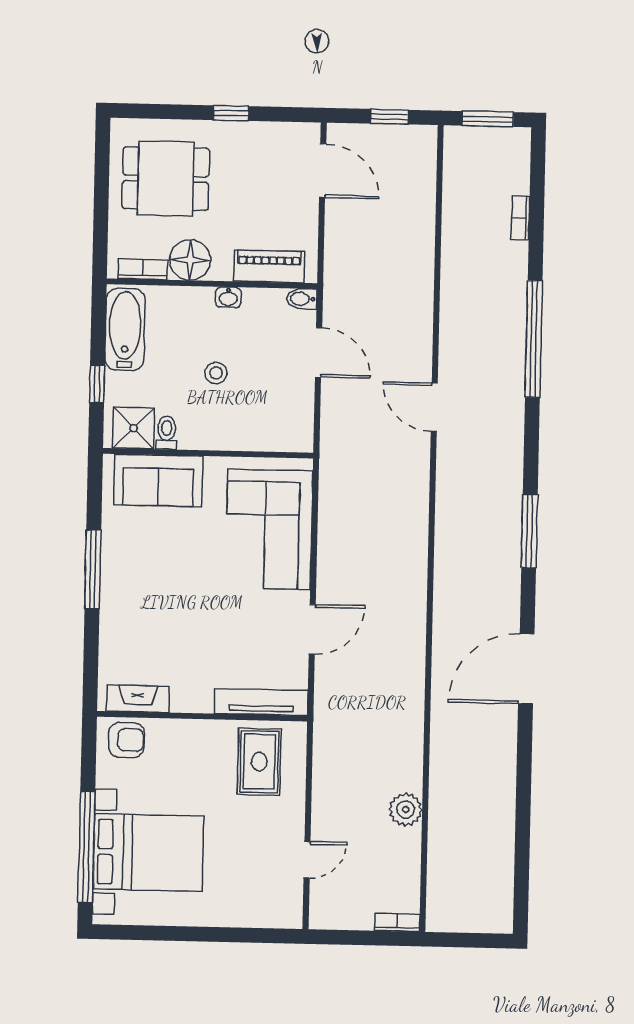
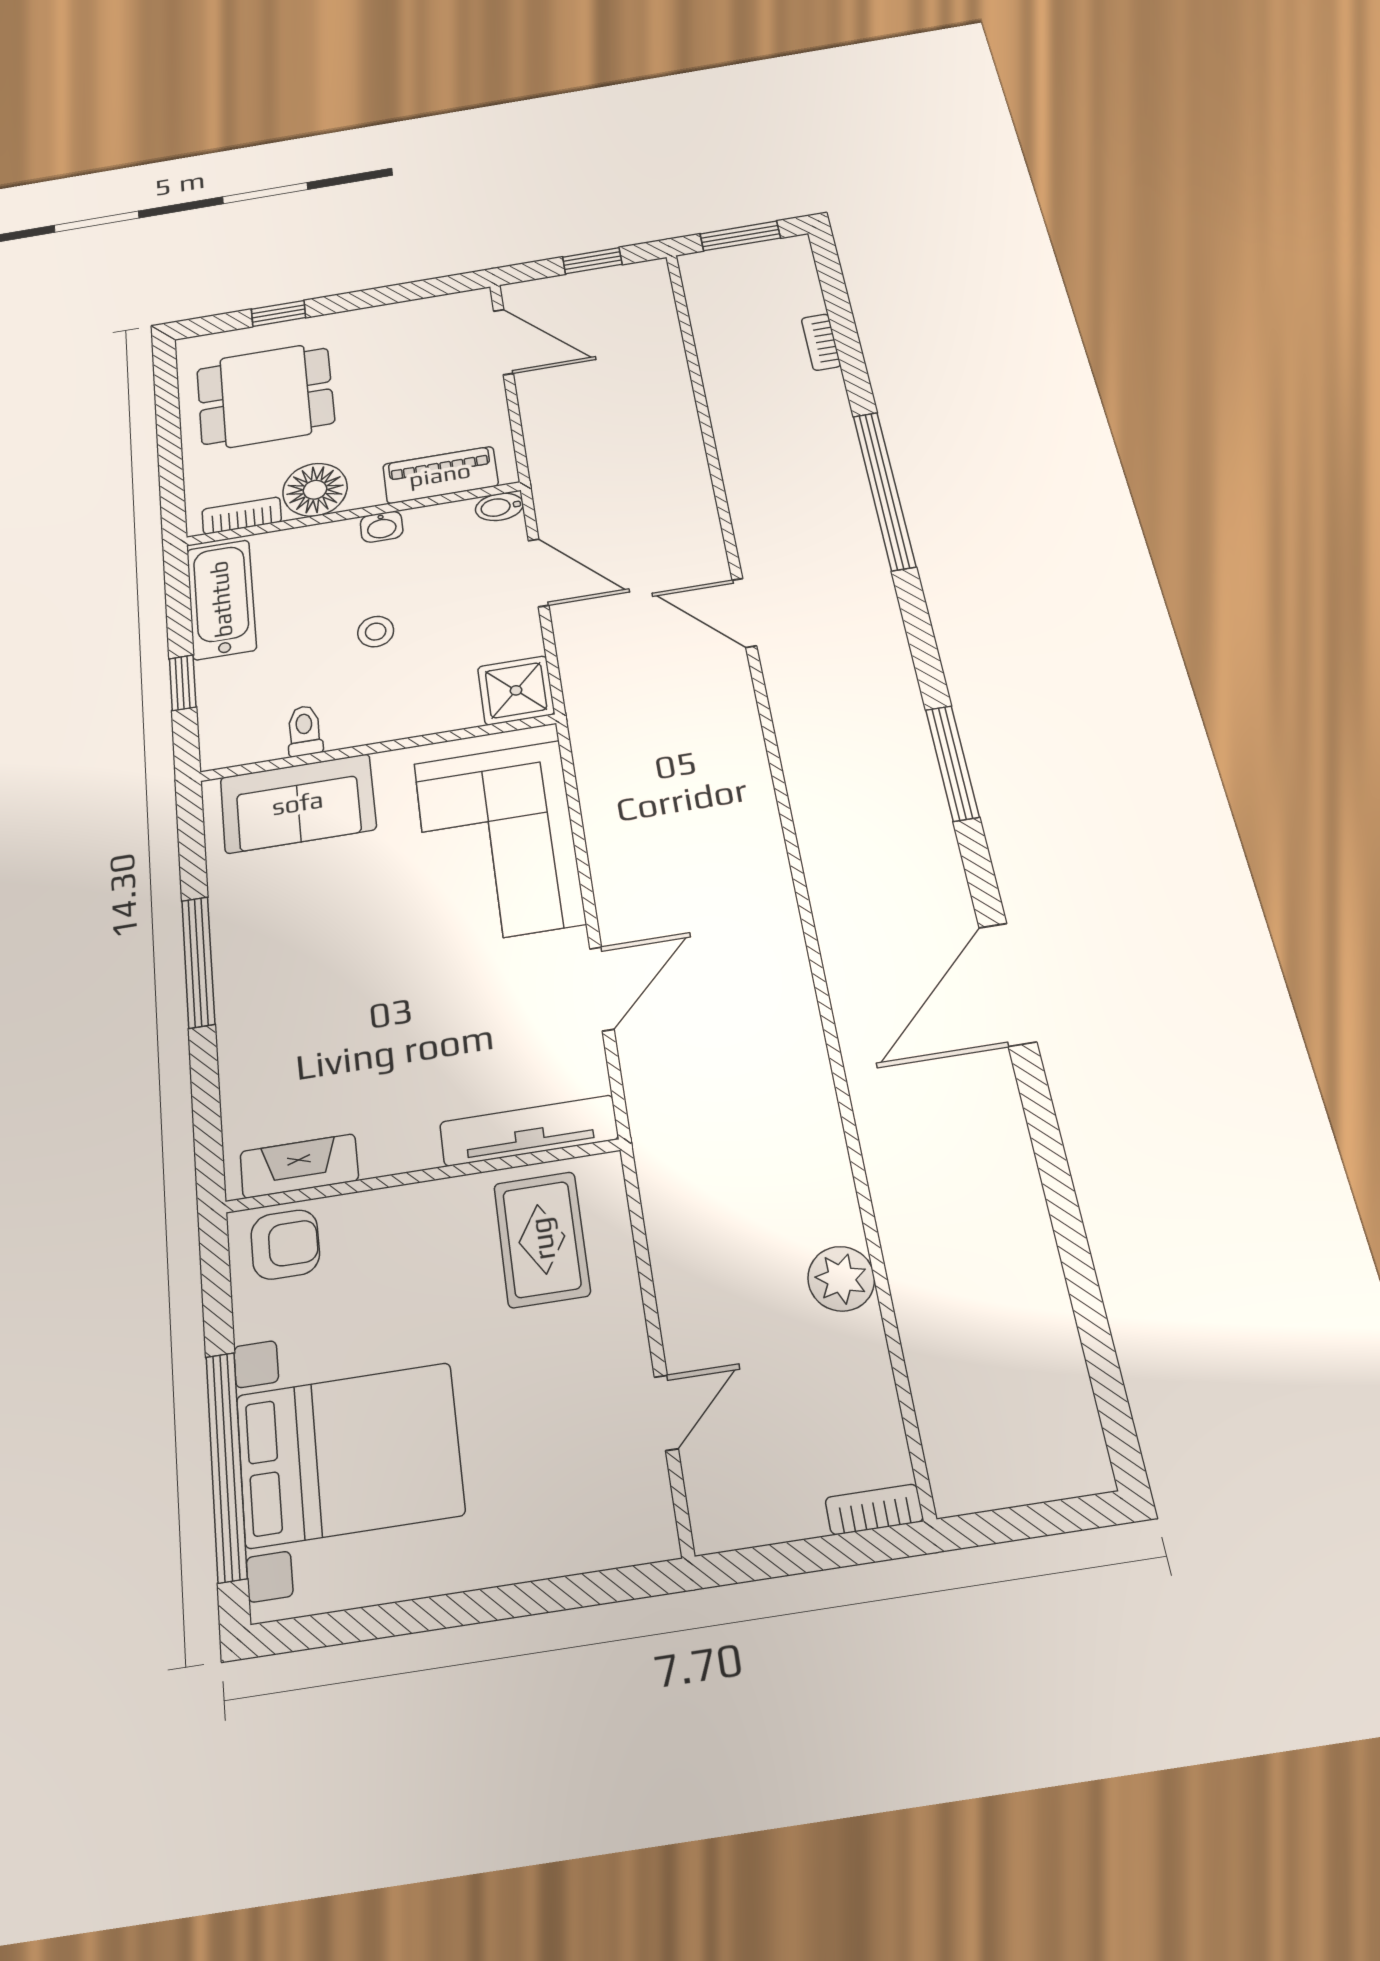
window: (231, 113) -> (278, 313), moved
shower: (134, 428) -> (516, 690), moved

